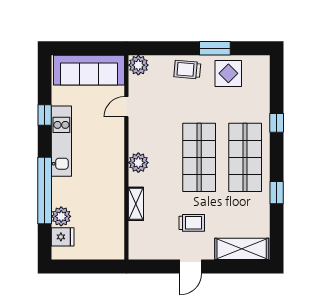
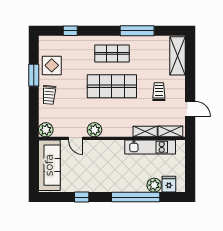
window: (277, 123) -> (70, 31), moved
kitchen unit: (61, 141) -> (150, 147), moved, turned 180
shop shelf: (245, 157) -> (112, 53), width x0.70, depth x0.74
plant: (138, 163) -> (94, 130), moved
window: (277, 193) -> (137, 31), width x2.17
shelving: (136, 239) -> (170, 131), added
door: (191, 267) -> (190, 109), moved

